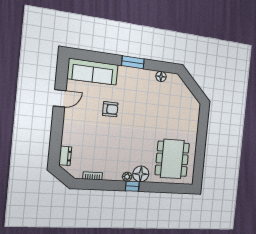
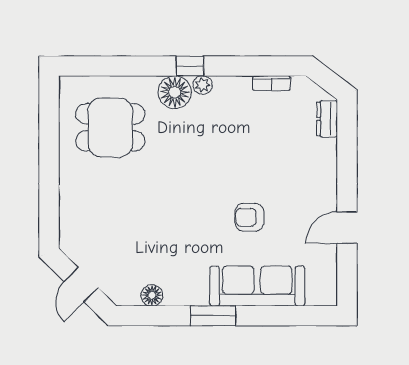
sofa: (93, 72) -> (257, 286), moved
door: (193, 86) -> (81, 285), added
dining table: (172, 159) -> (110, 127), width x0.73

